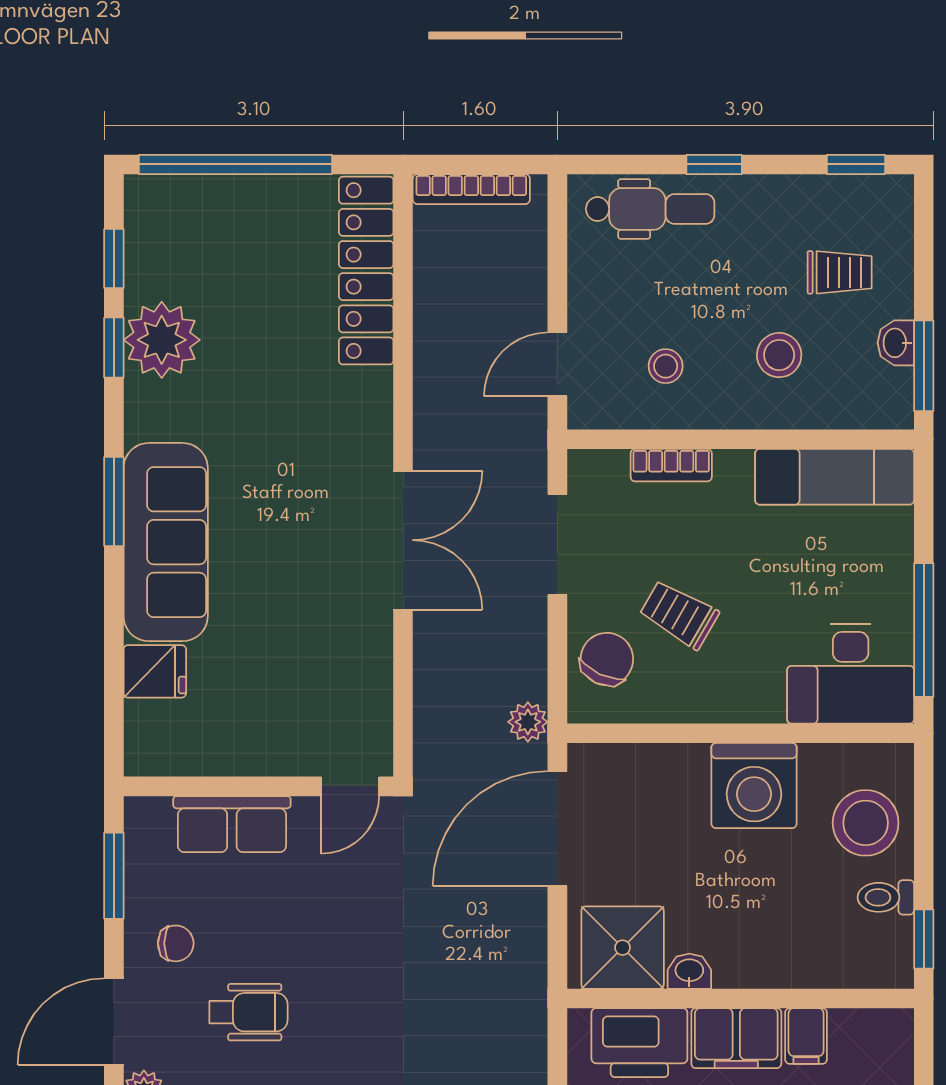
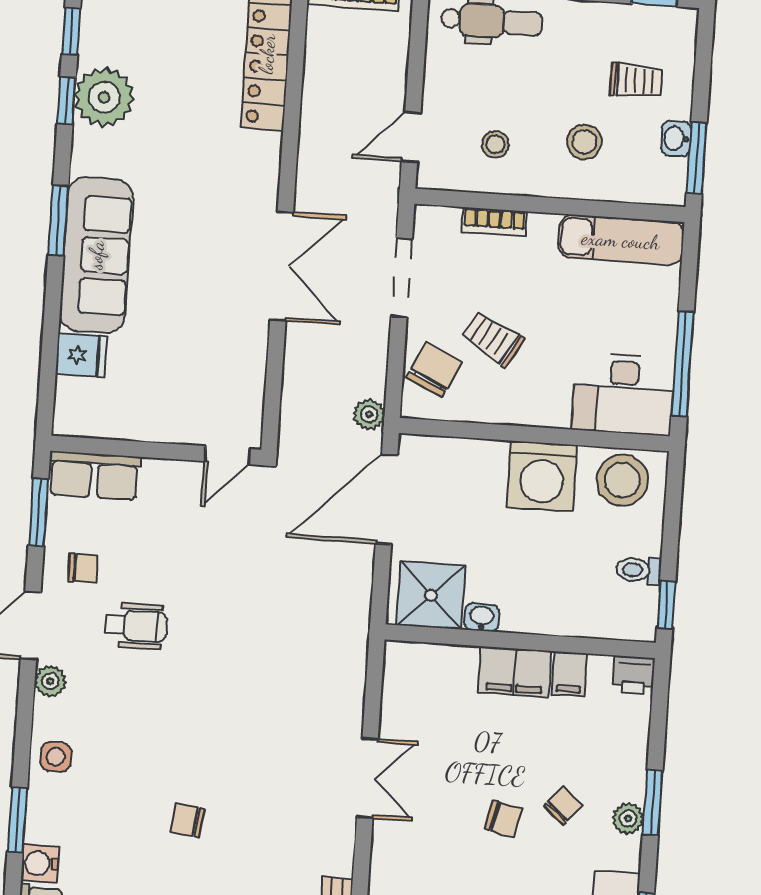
stool: (866, 823) -> (622, 480), moved
row of seats: (232, 824) -> (94, 476), moved
printer: (639, 1043) -> (634, 675), moved, width x0.53, depth x0.68

